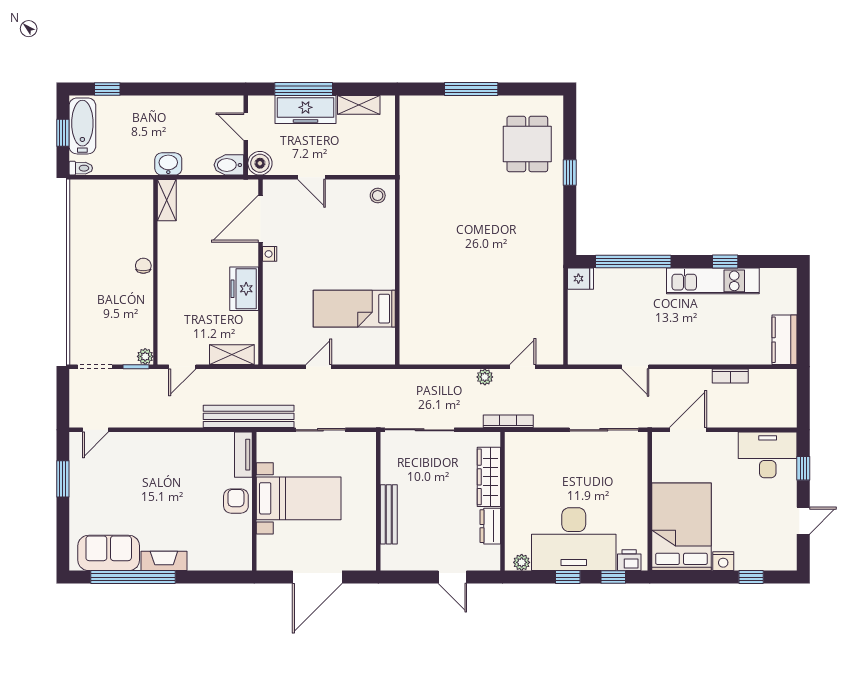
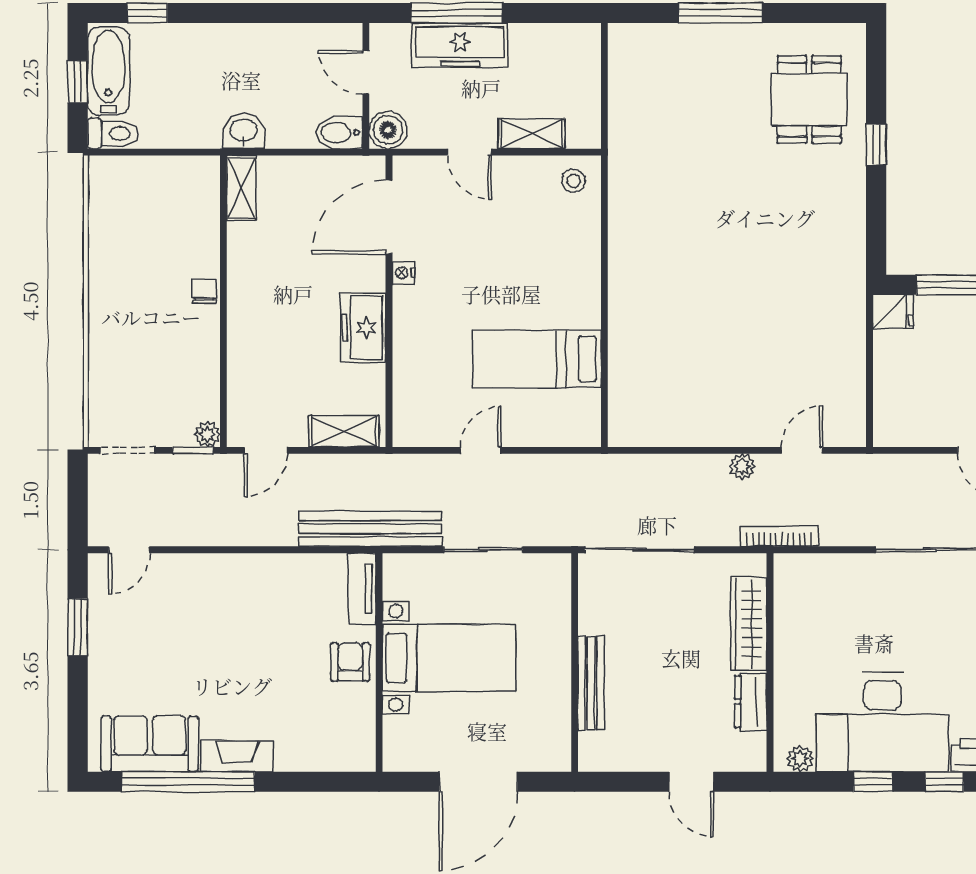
shelving: (359, 105) -> (532, 134), moved
toilet: (81, 168) -> (113, 133), width x1.37, depth x1.39

